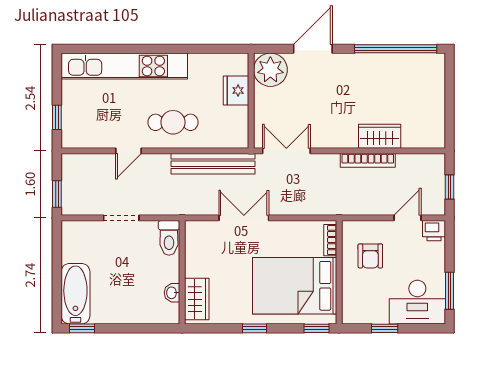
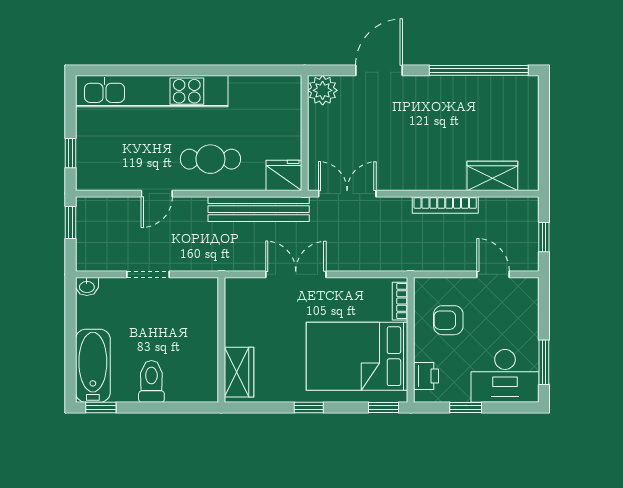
plant: (270, 70) -> (323, 90), width x0.73, depth x0.73
fridge: (236, 90) -> (284, 175), moved, turned 90
wardrobe: (380, 136) -> (492, 176), moved
window: (57, 194) -> (71, 222), moved
door: (407, 218) -> (493, 274), hinge flipped
printer: (434, 231) -> (426, 376), moved, turned -90
toilet: (169, 238) -> (151, 381), moved, turned 180
armchair: (370, 256) -> (448, 320), turned 90
washbasin: (172, 293) -> (87, 287), moved, turned -90

